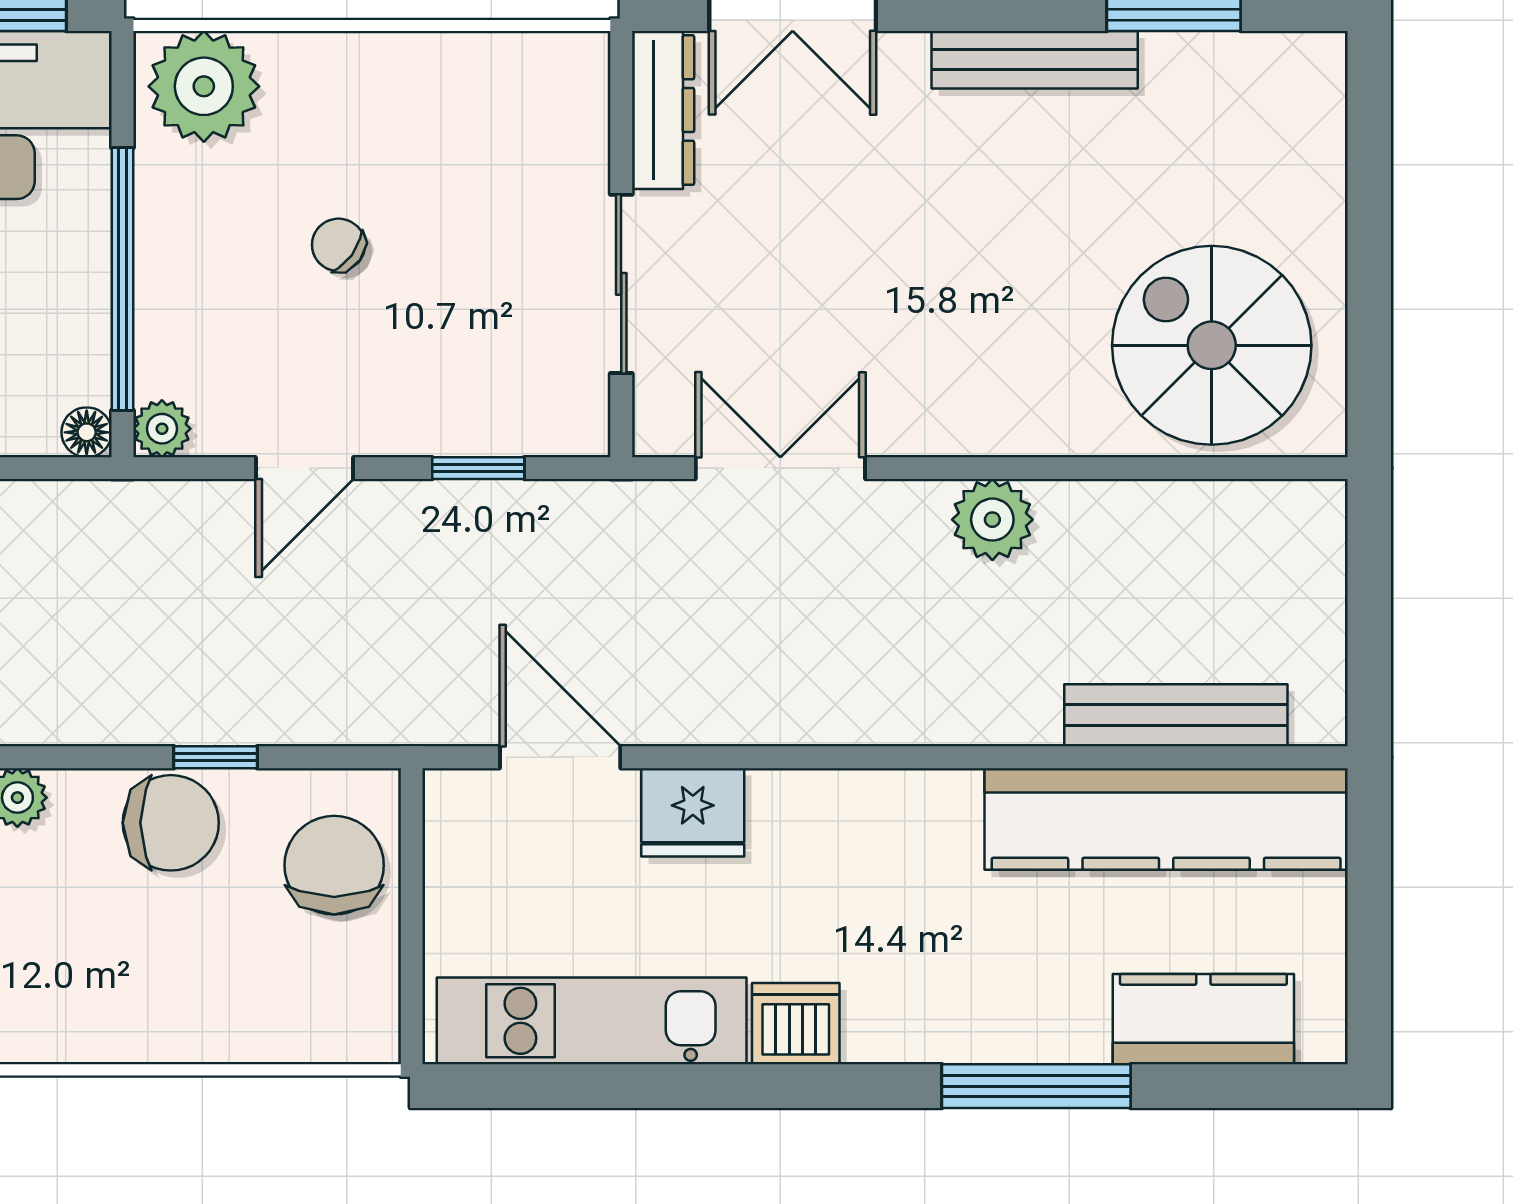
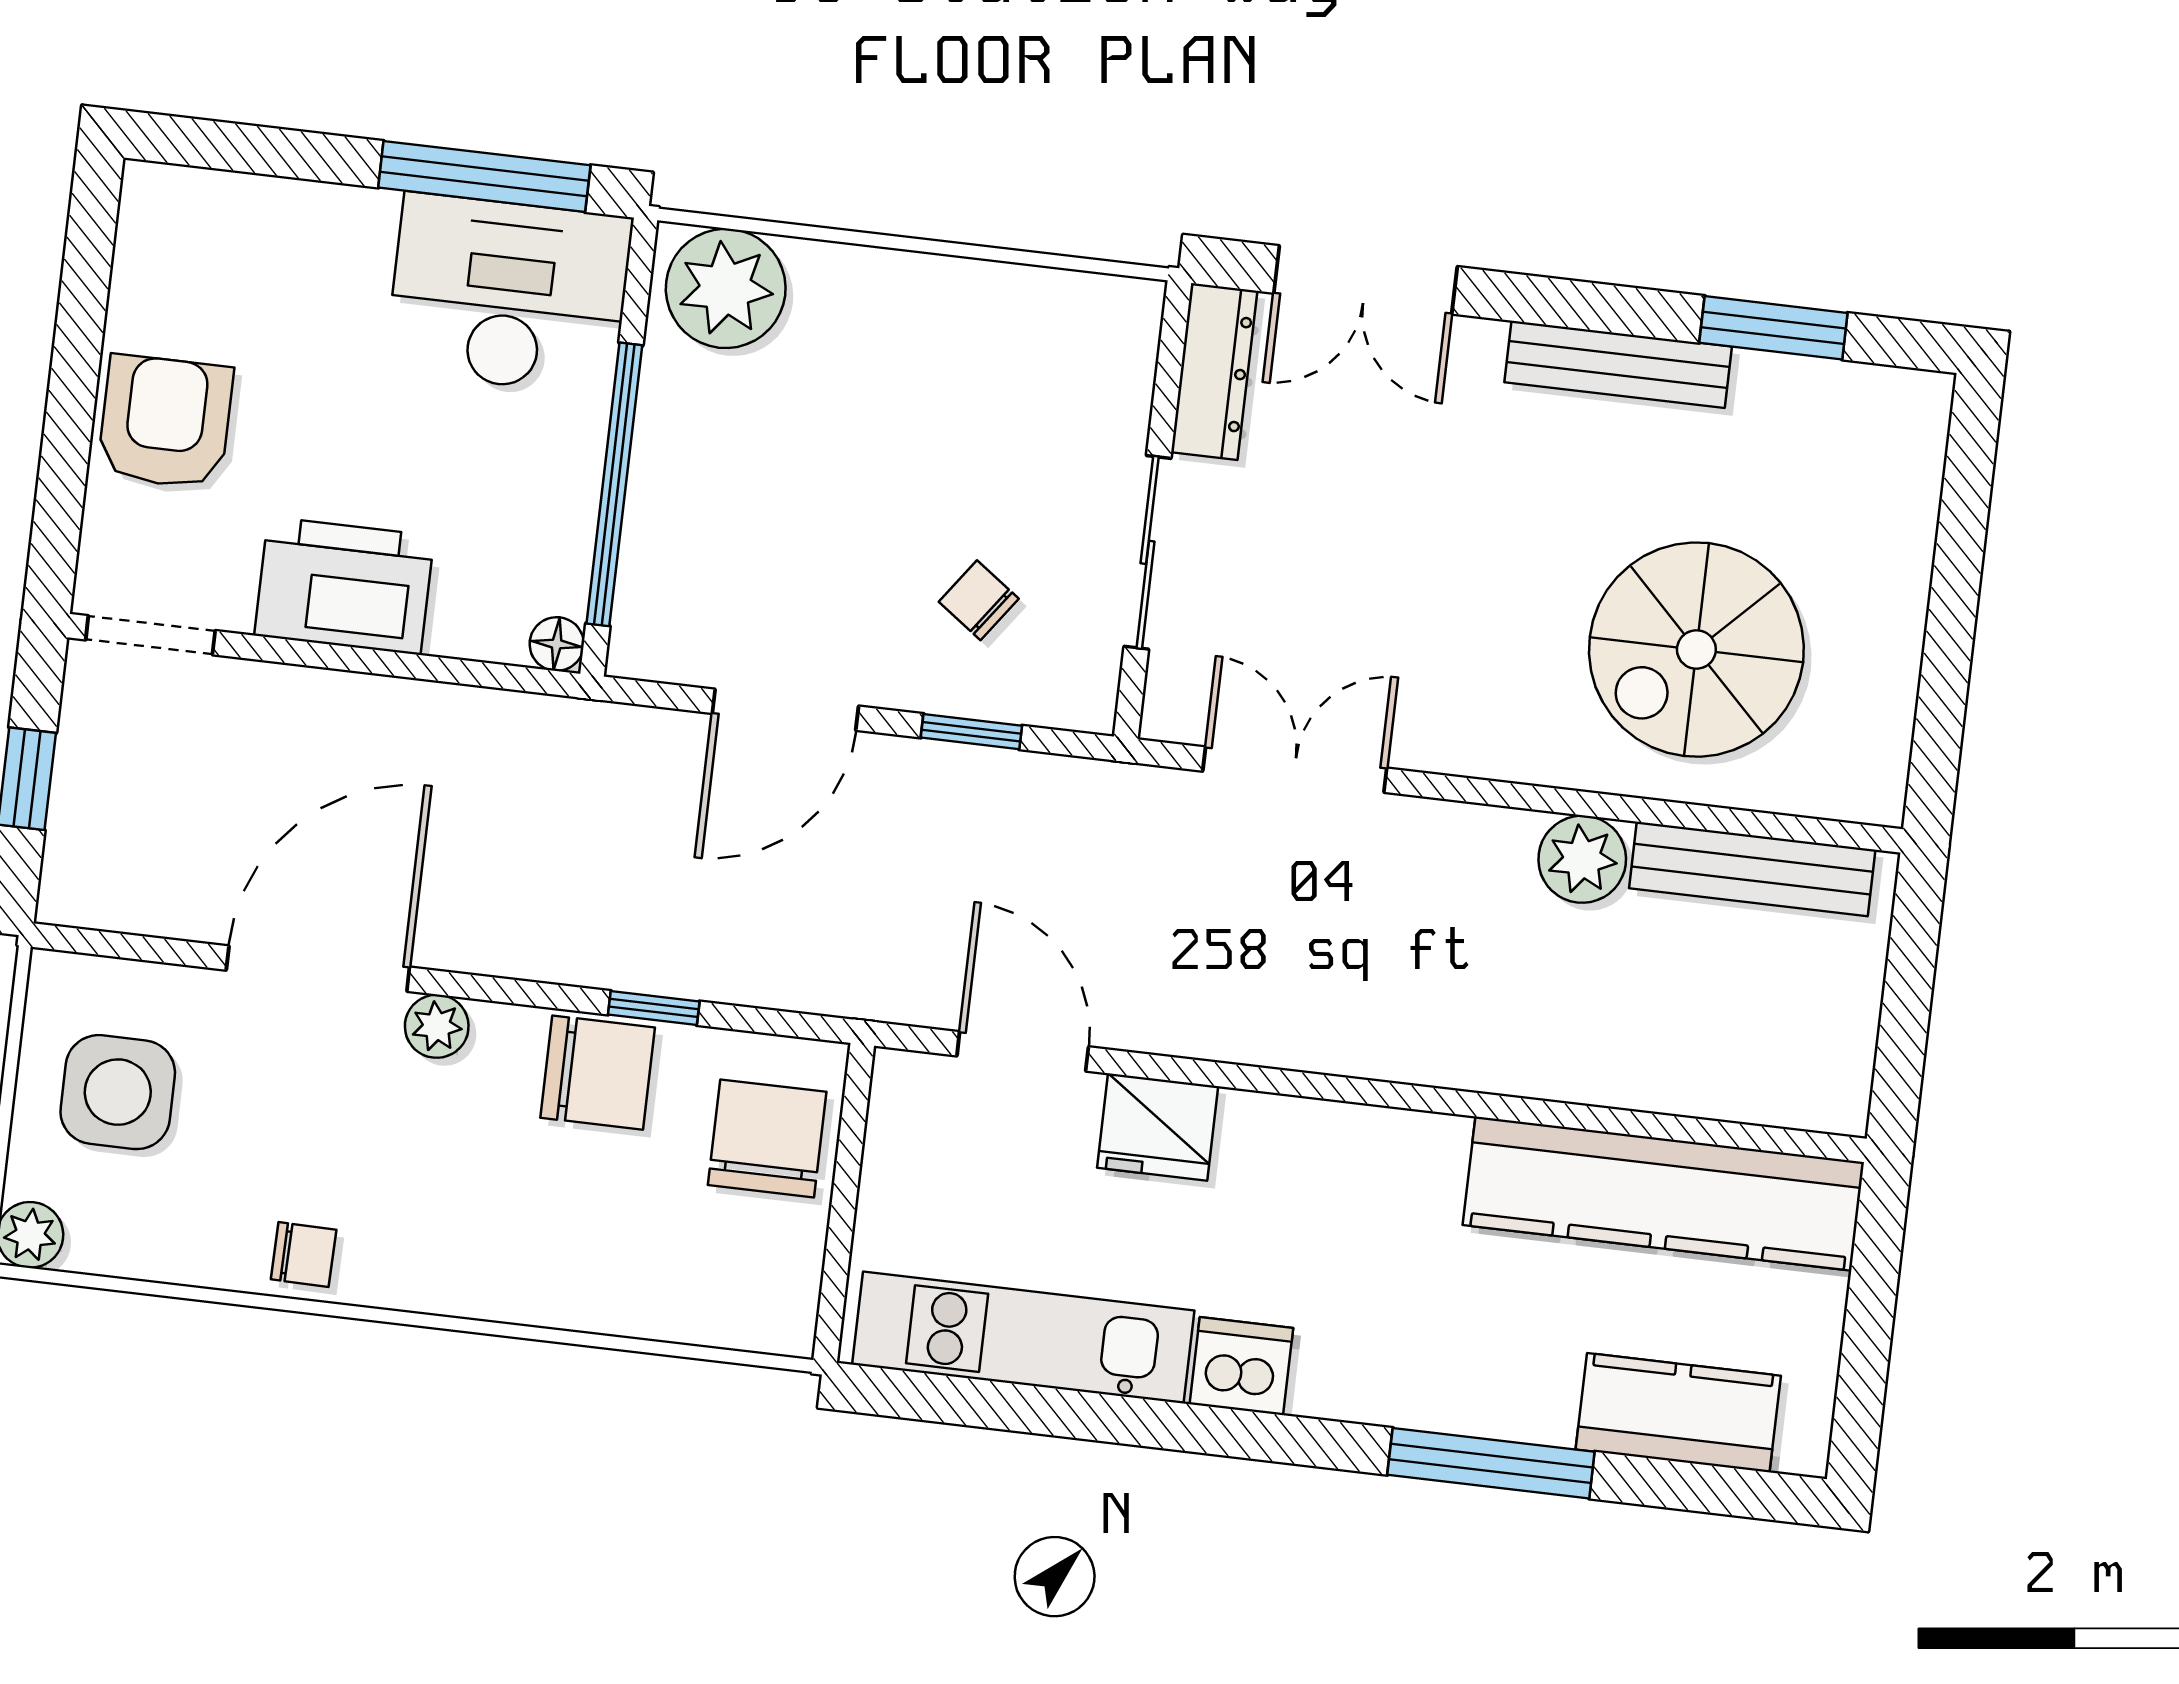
chair: (338, 245) -> (979, 600), moved
spiral stairs: (1212, 345) -> (1696, 650), moved, turned -90
plant: (162, 429) -> (638, 650), removed
door: (304, 468) -> (785, 710), width x1.38
plant: (992, 520) -> (1582, 859), moved
bench: (1176, 715) -> (1752, 869), moved

